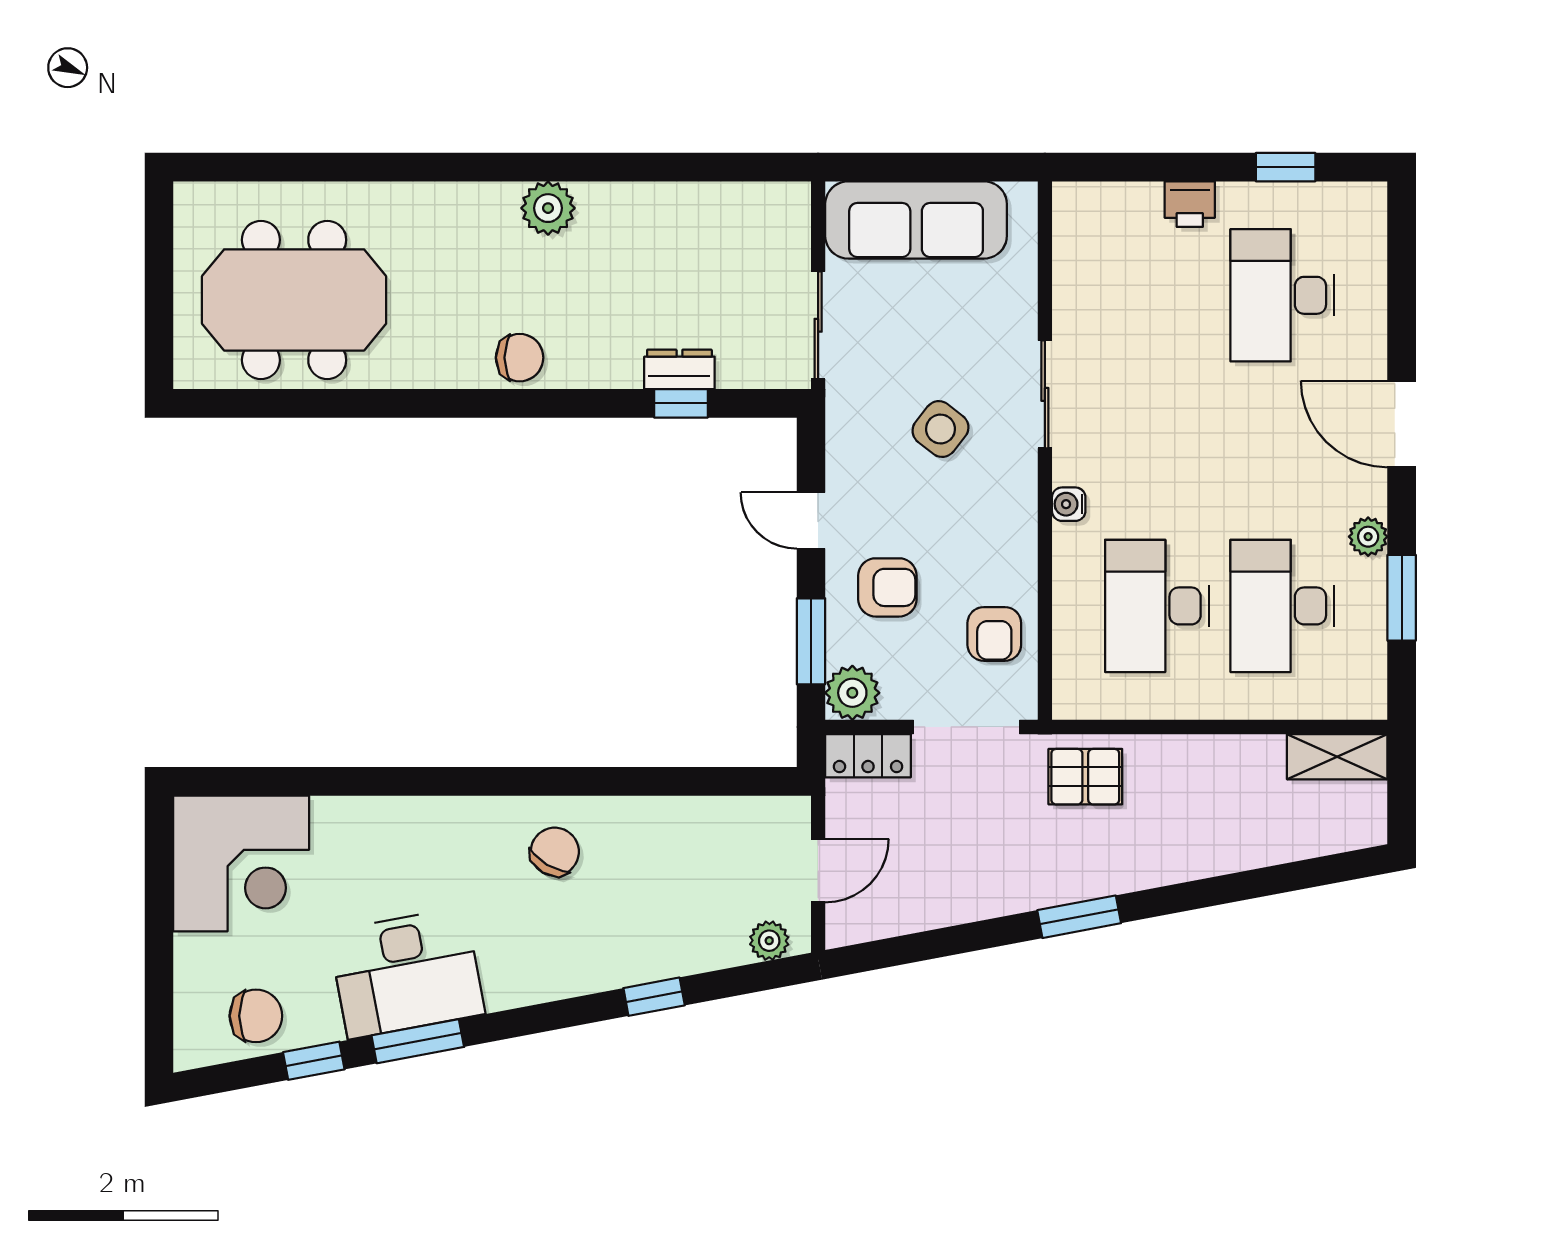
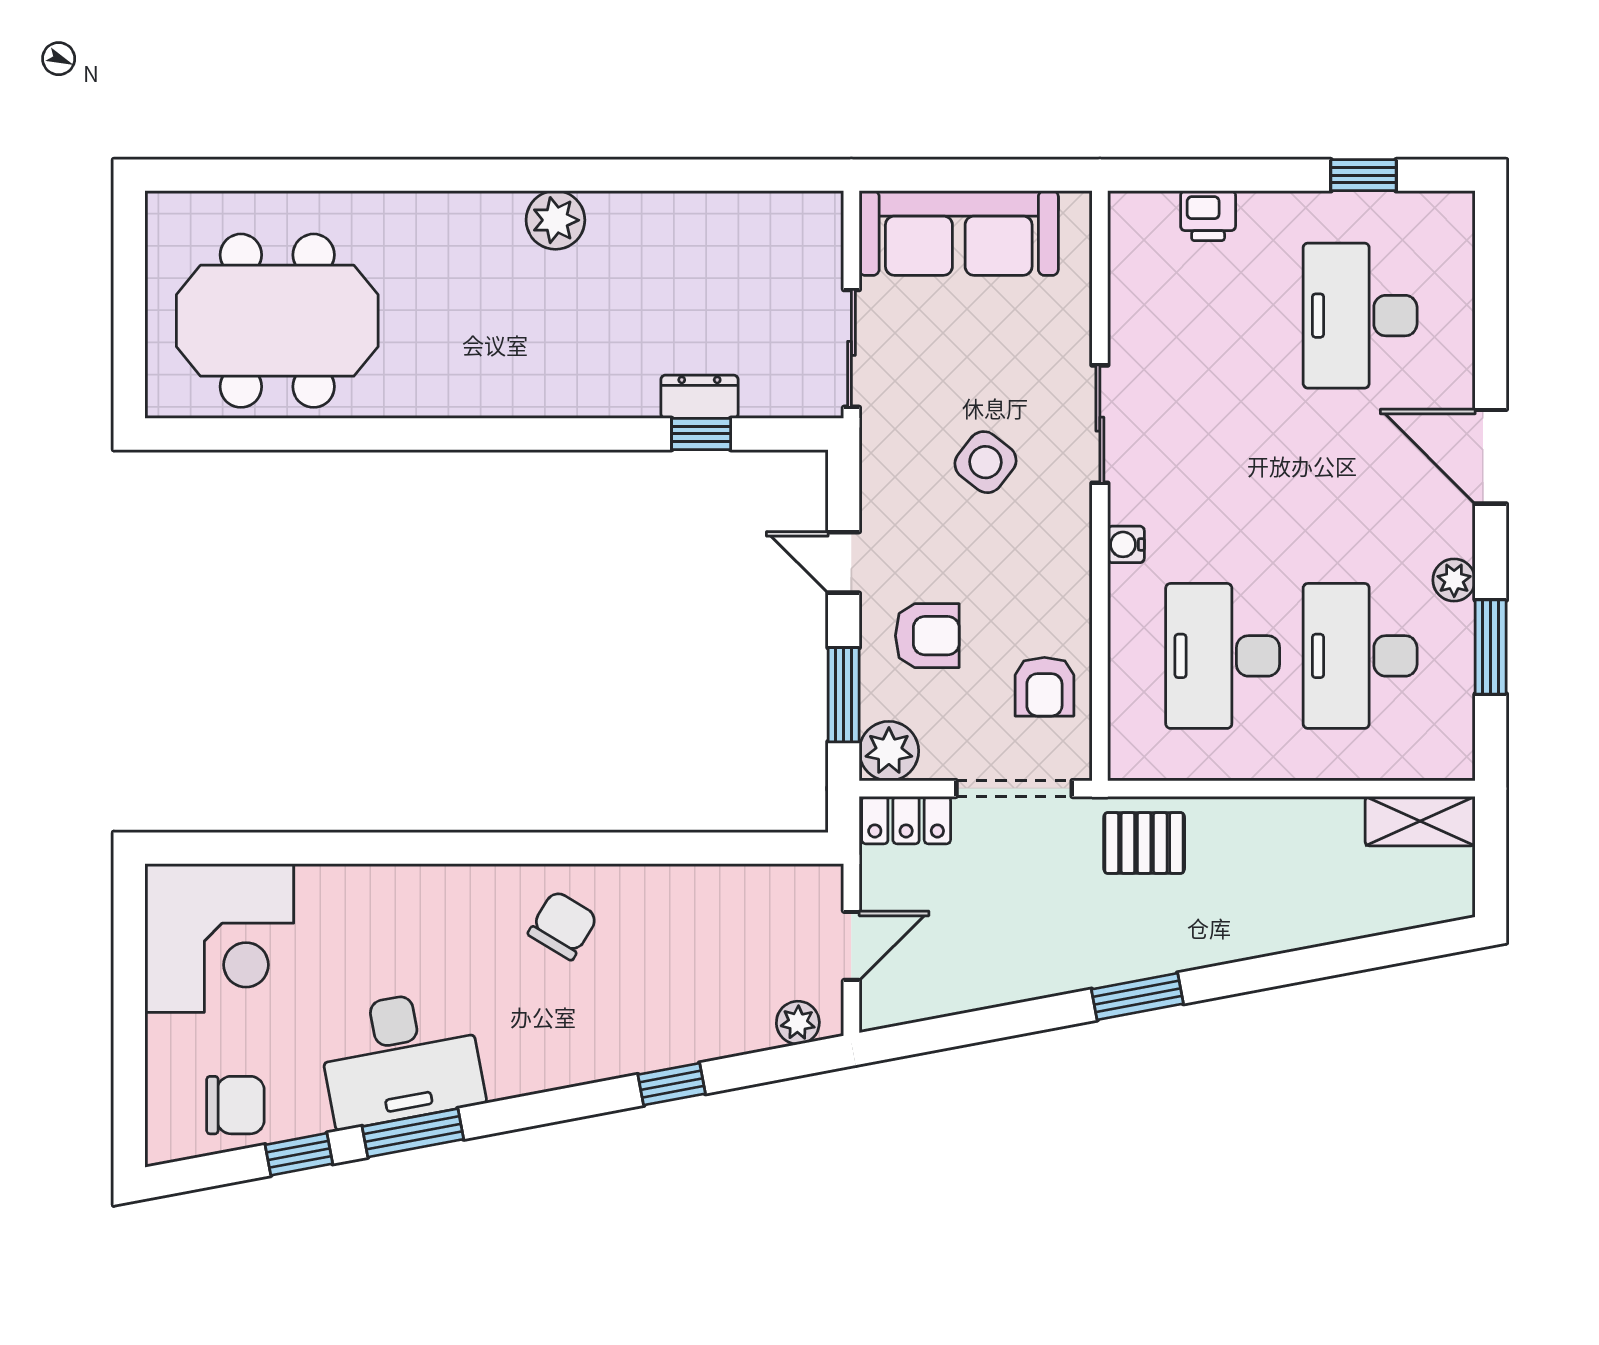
printer: (1190, 204) -> (1208, 216), moved
chair: (520, 358) -> (524, 384), removed

